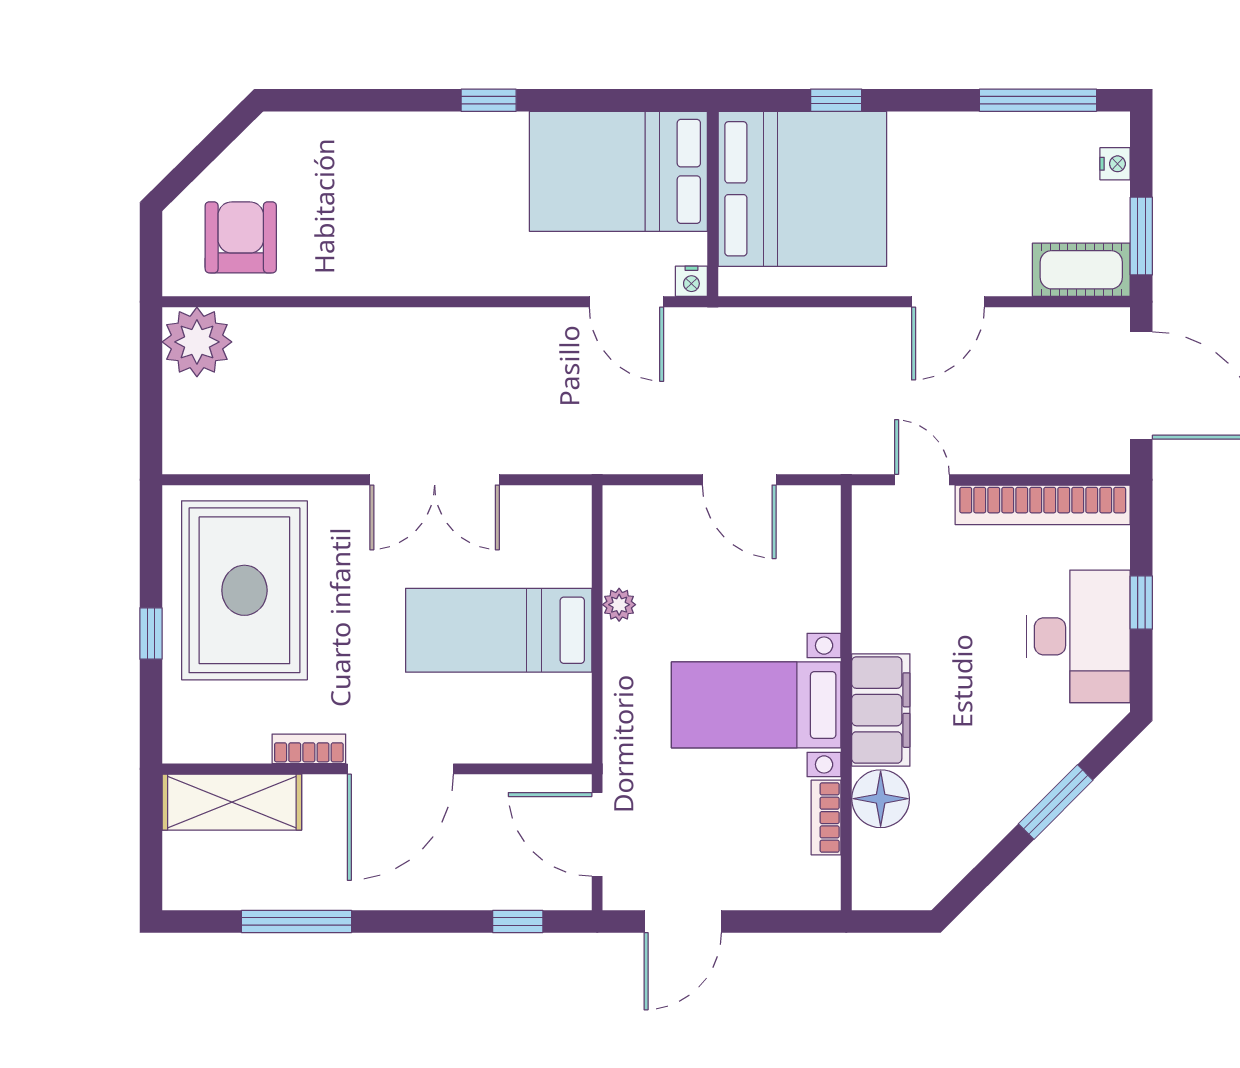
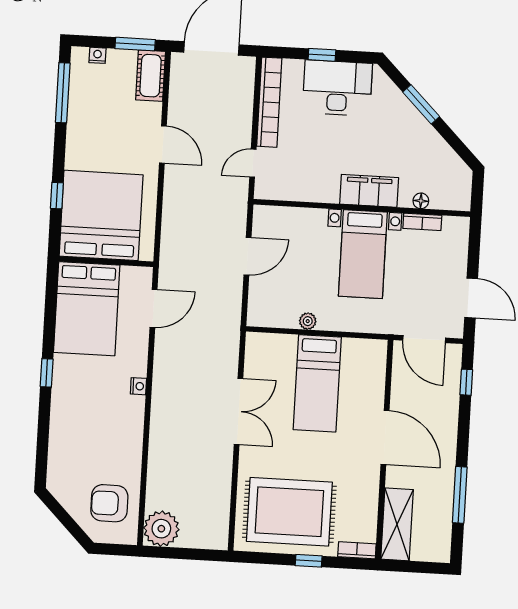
nightstand: (691, 281) -> (138, 386), moved
bookcase: (309, 749) -> (357, 550), moved, turned 90
floor lamp: (881, 799) -> (421, 201), width x0.53, depth x0.53
door: (597, 834) -> (424, 339), hinge flipped

